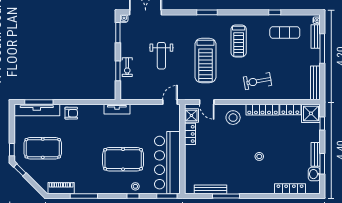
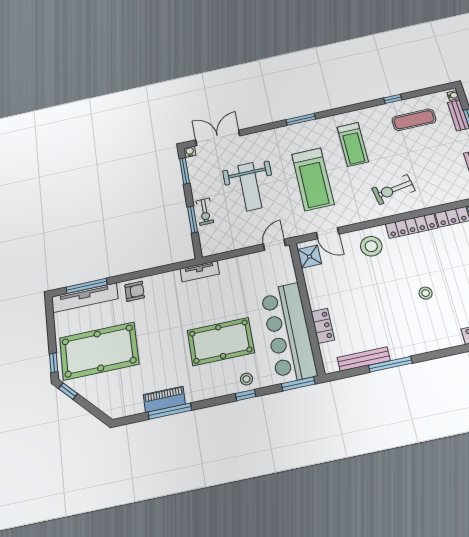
weight bench: (161, 56) -> (250, 187), width x1.36, depth x1.33
locker: (190, 134) -> (323, 326), moved
pool table: (43, 148) -> (99, 351), width x1.36, depth x1.32
piano: (61, 188) -> (164, 399), moved

